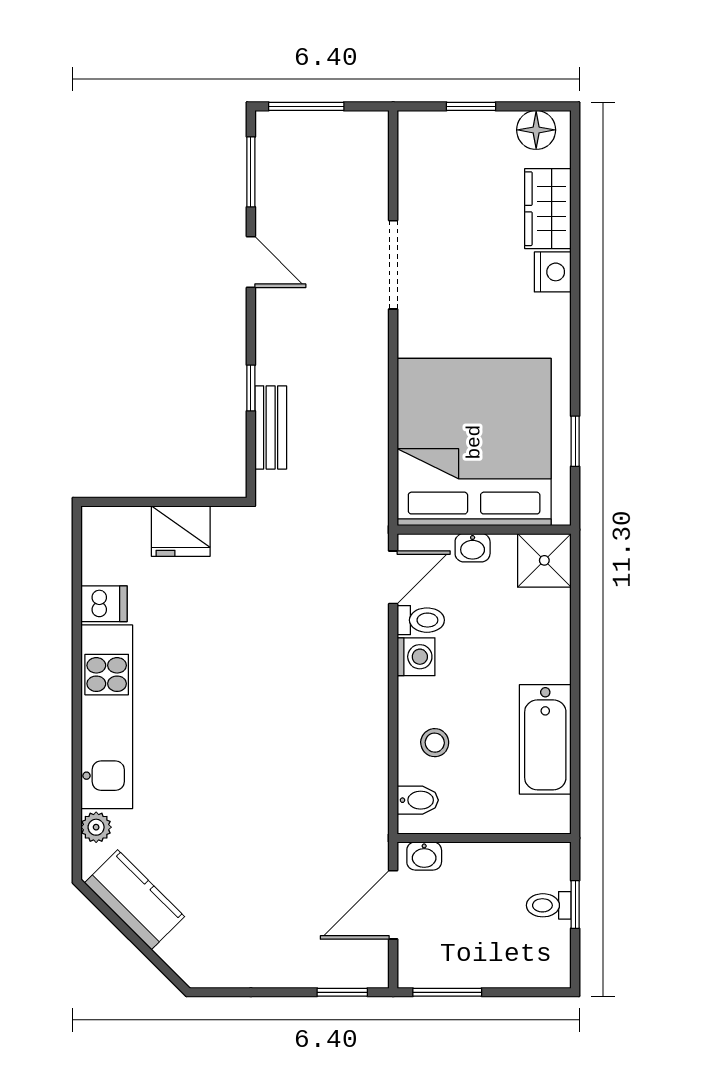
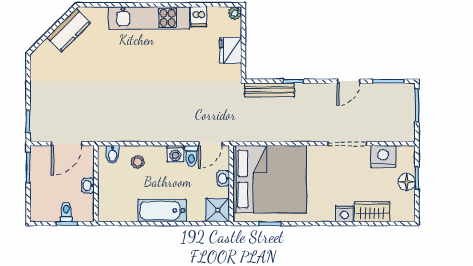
floor lamp: (536, 130) -> (407, 182), moved
nightstand: (422, 183) -> (383, 156), added
bench: (271, 427) -> (269, 90), width x1.36
door: (393, 577) -> (210, 144), hinge flipped
bathtub: (545, 739) -> (162, 210), moved
plant: (96, 827) -> (235, 13), moved
washbasin: (424, 856) -> (88, 186), moved
door: (393, 905) -> (67, 144), swing flipped

